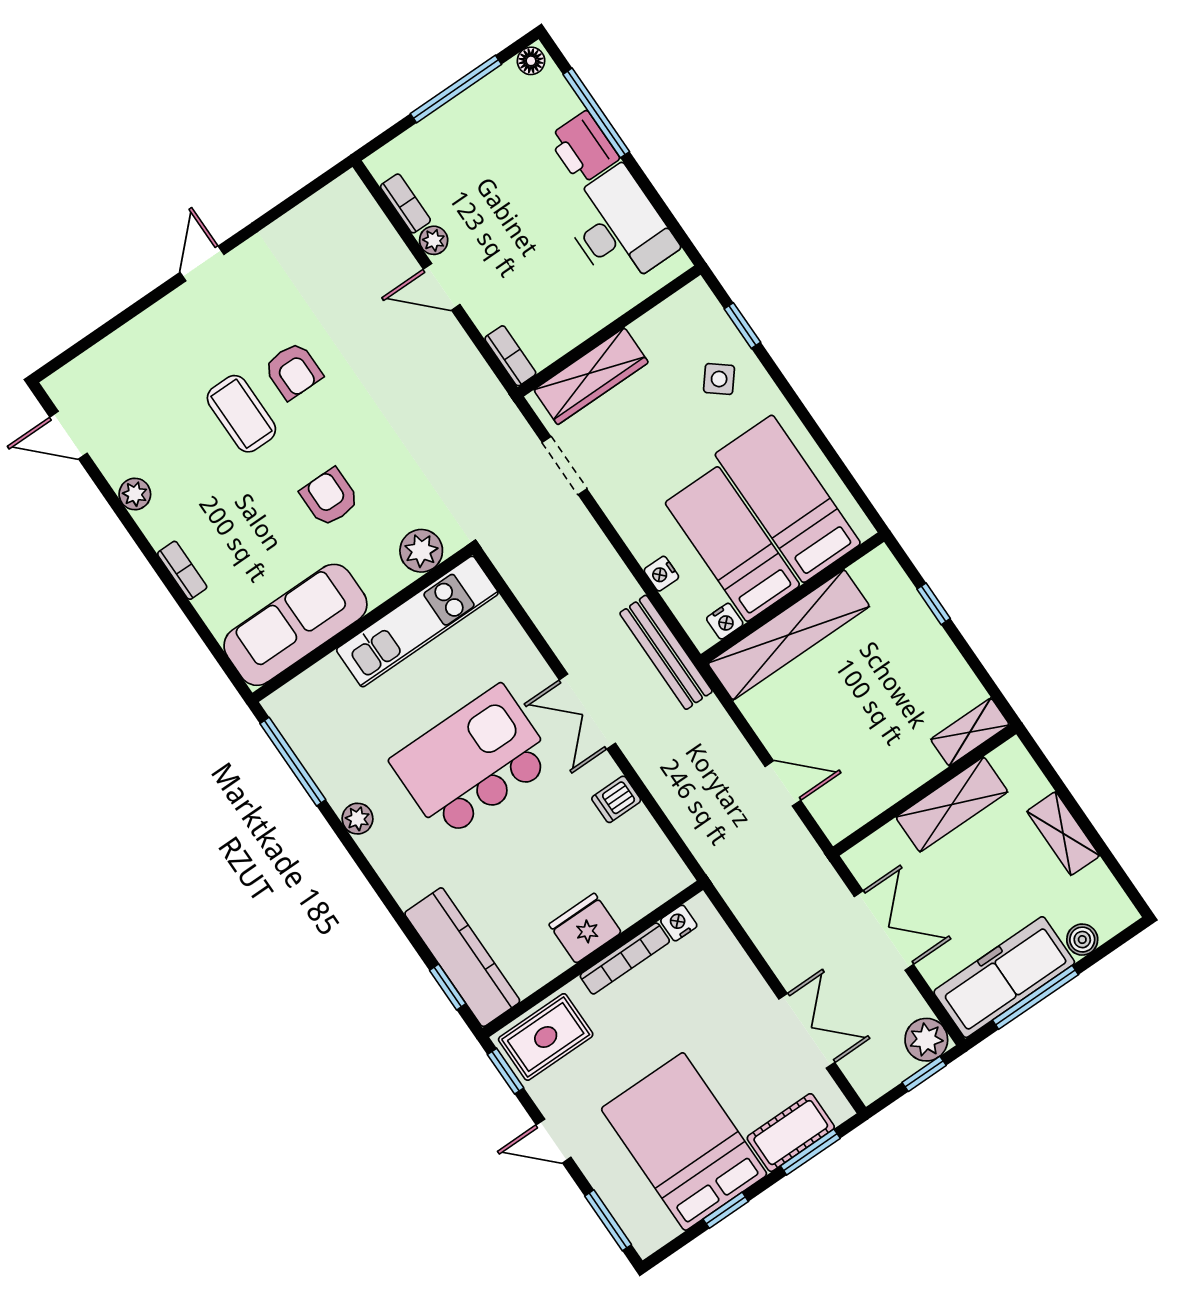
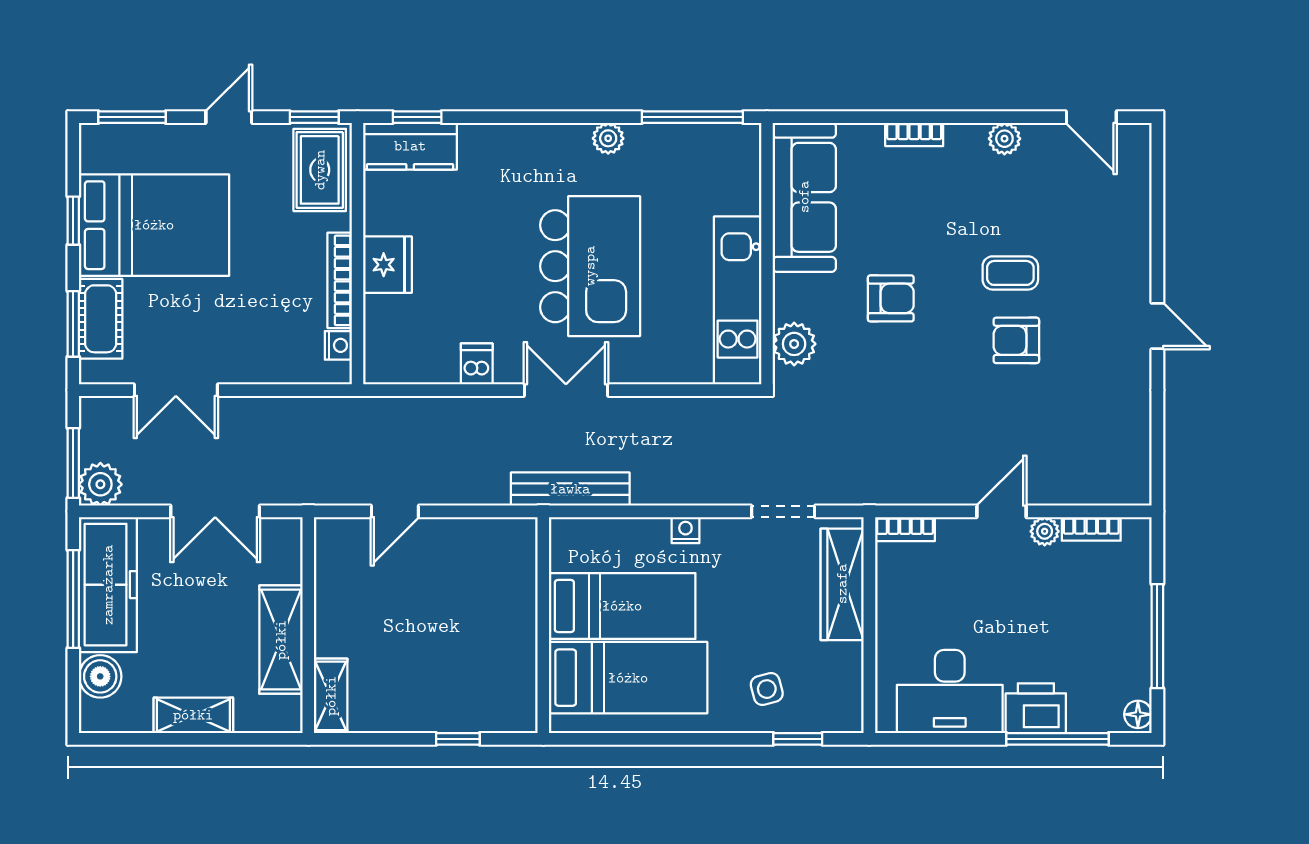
side table: (719, 379) -> (767, 689), turned 36
coffee table: (241, 414) -> (1010, 273), width x0.73, depth x0.77
door: (68, 435) -> (1091, 117), swing flipped
nightstand: (661, 574) -> (685, 530), moved
nightstand: (725, 621) -> (563, 556), removed
shelving: (789, 635) -> (515, 601), removed
boiler: (1082, 940) -> (100, 676), width x1.36, depth x1.36
kitchen counter: (462, 957) -> (410, 146), width x0.67
window: (924, 1074) -> (73, 463), width x1.50

